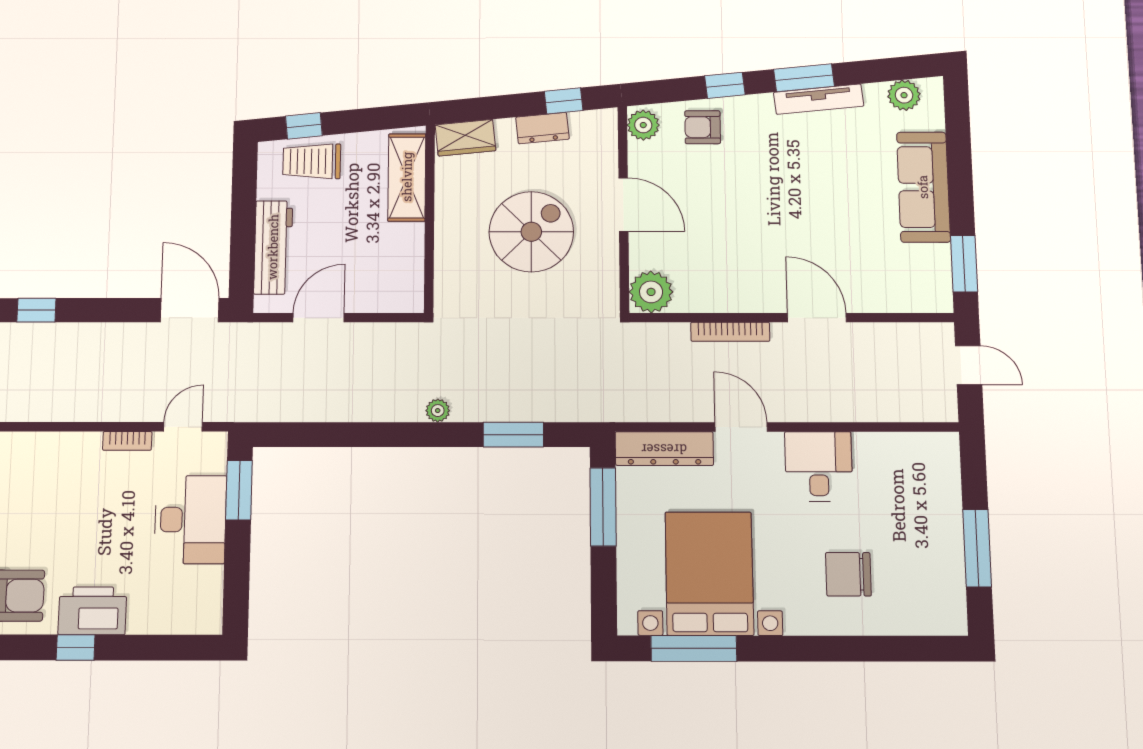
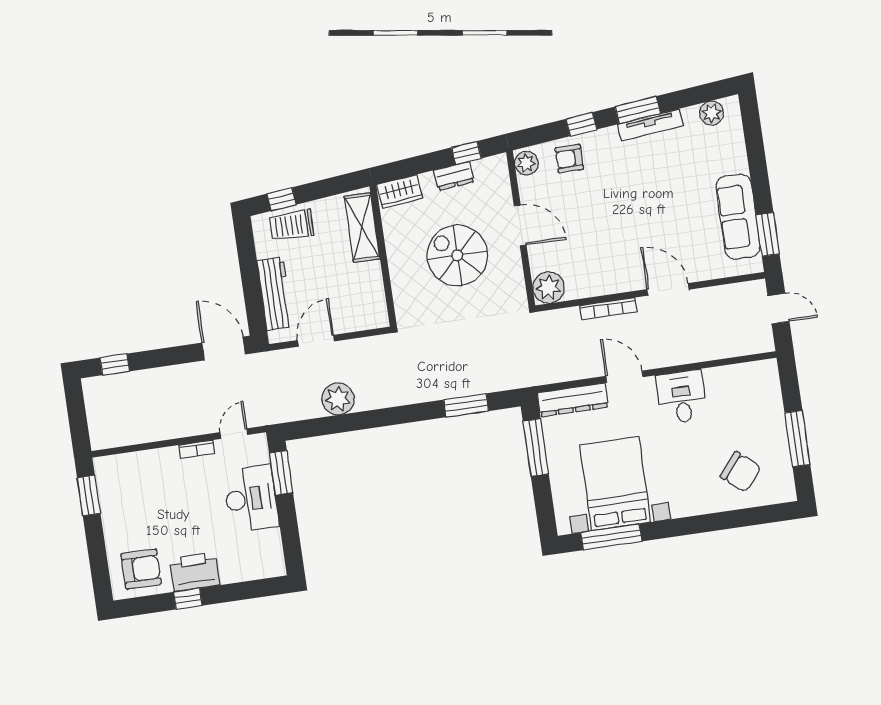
sofa: (923, 187) -> (738, 217), moved
spiral stairs: (531, 232) -> (457, 255), turned -90
plant: (438, 411) -> (338, 399), moved, width x1.88, depth x1.88
chair: (848, 574) -> (741, 472), moved, turned -140

